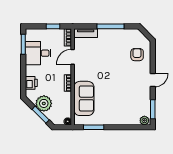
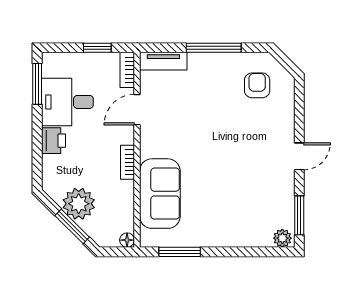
armchair: (137, 55) -> (257, 85), moved
printer: (31, 83) -> (53, 141), moved

